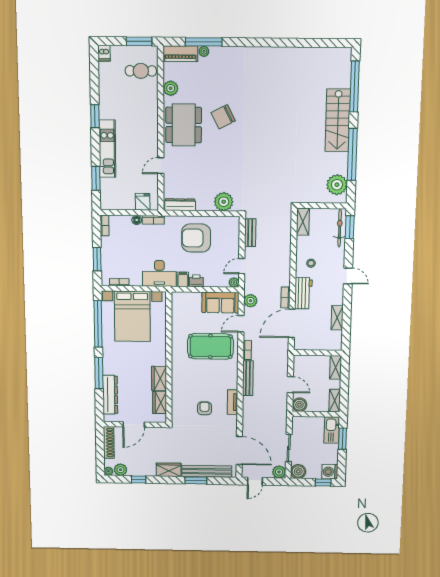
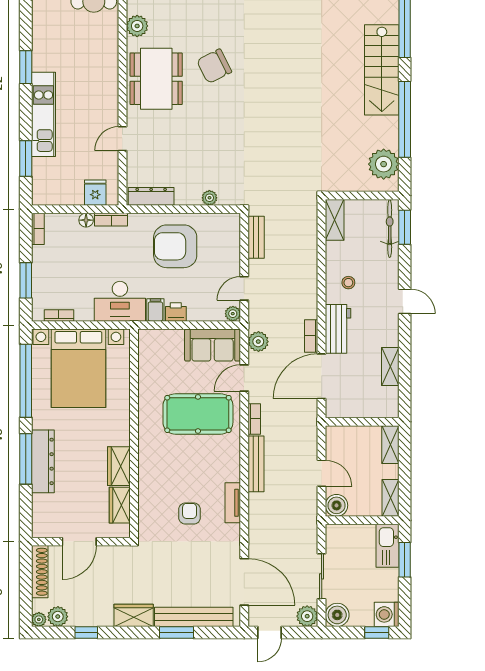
plant: (224, 202) -> (209, 198), width x0.53, depth x0.53
dresser: (110, 395) -> (43, 461), moved

